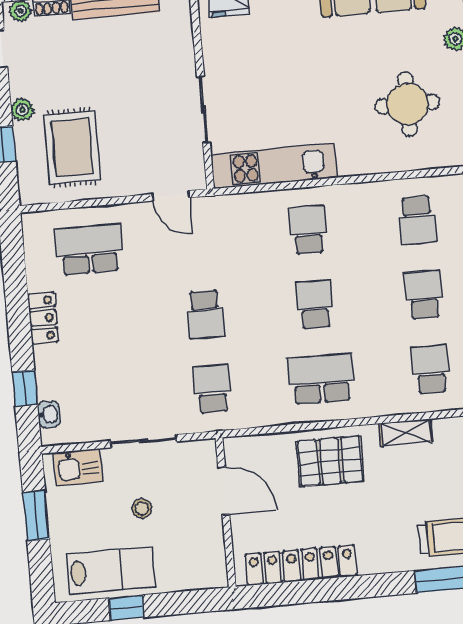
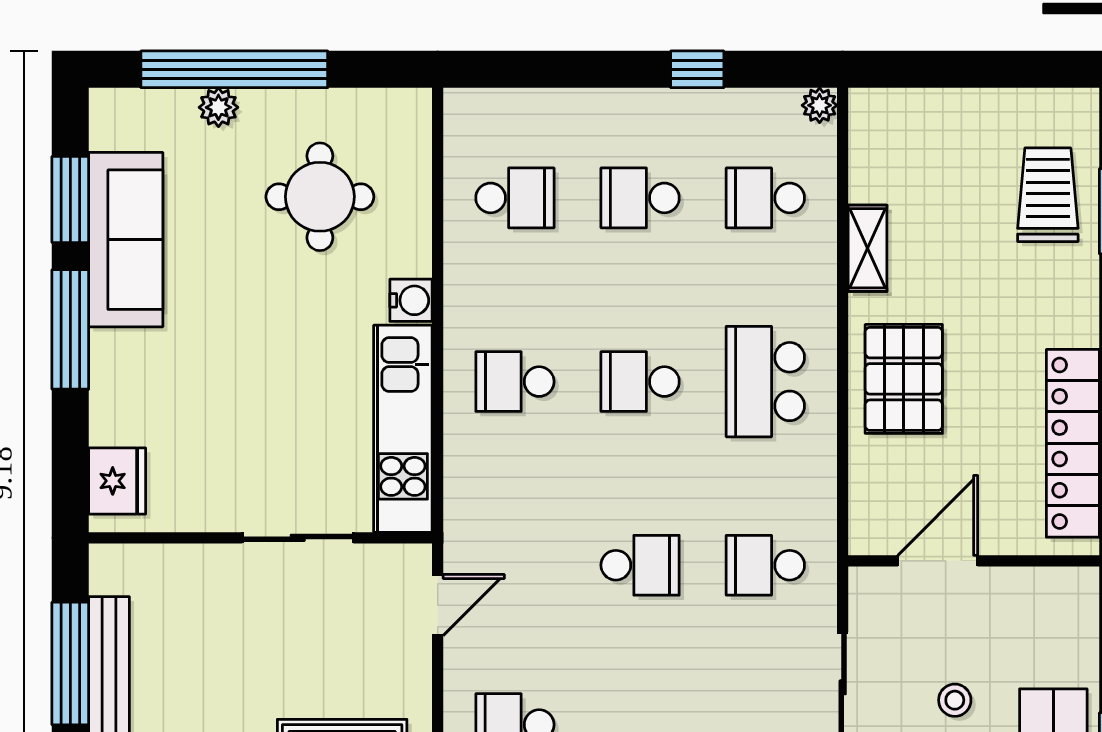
water cooler: (351, 164) -> (411, 300), added

